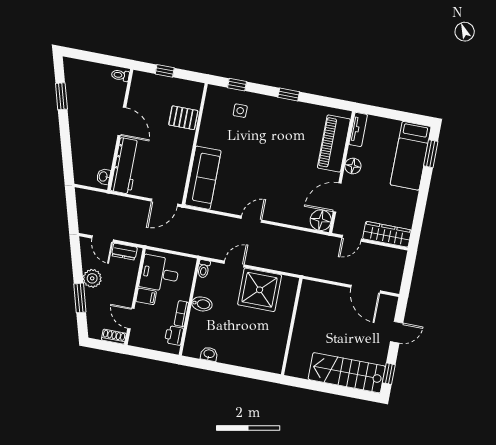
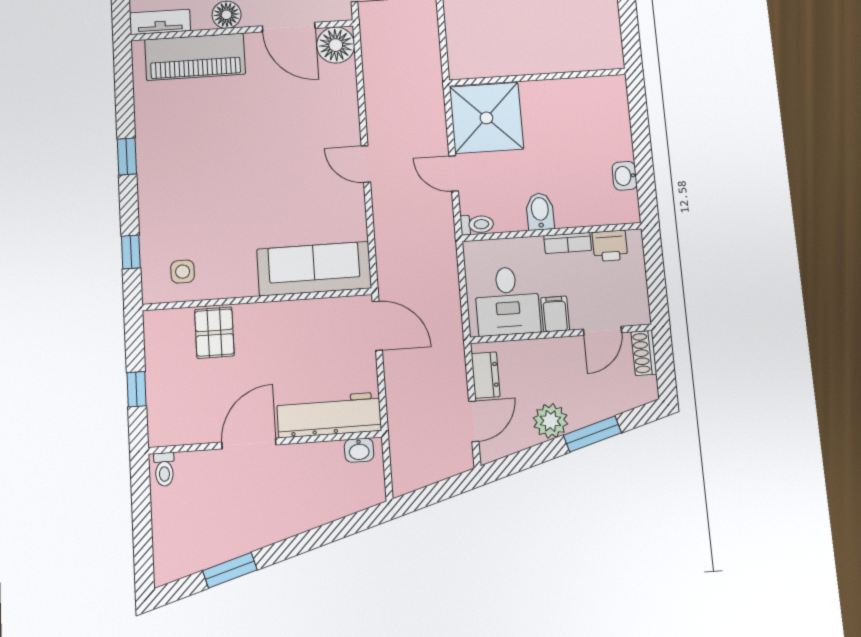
side table: (240, 111) -> (183, 272), moved
wall: (292, 327) -> (537, 77), moved

